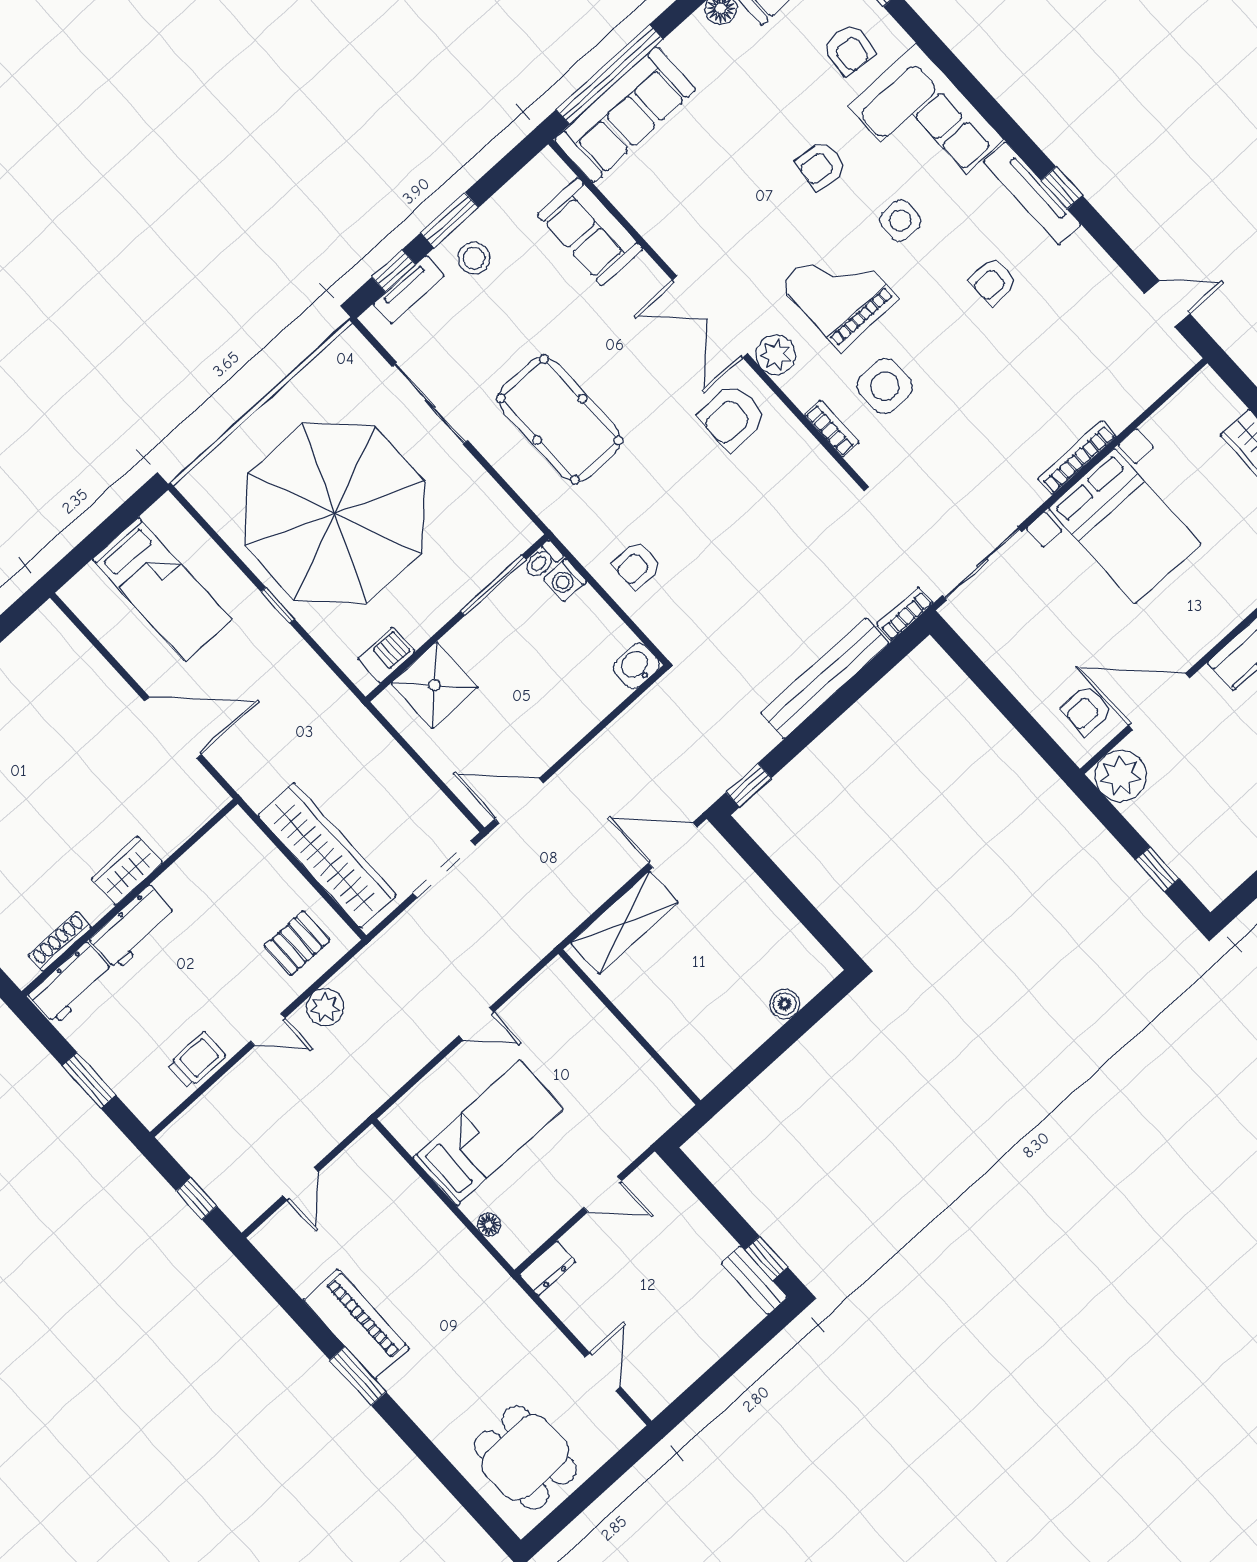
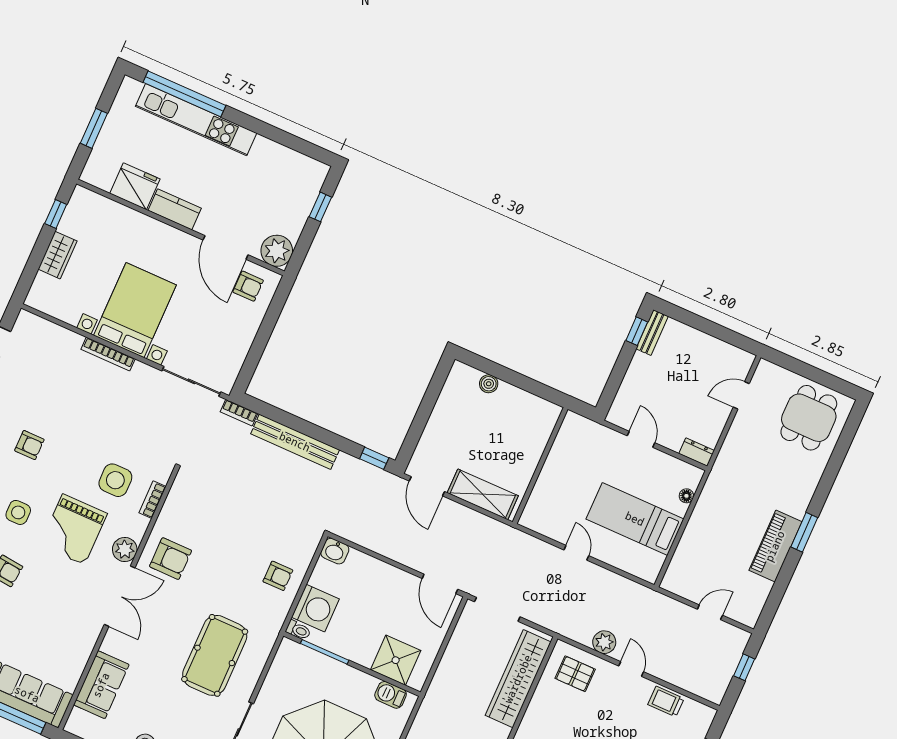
washing machine: (565, 580) -> (315, 608), width x1.89, depth x1.89

